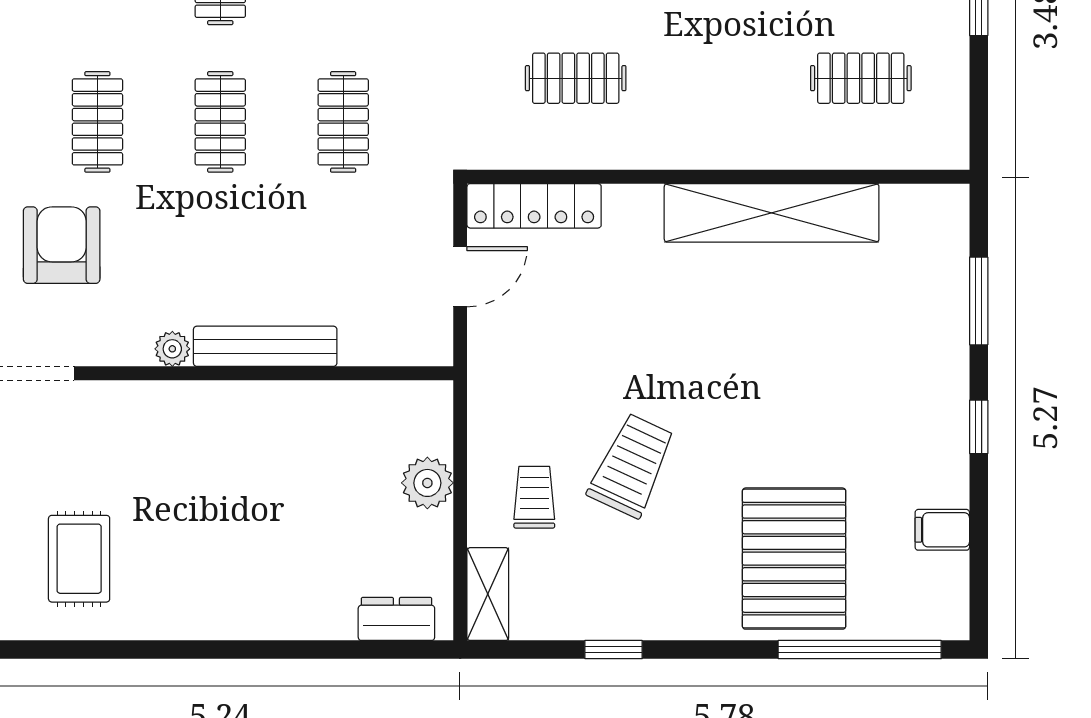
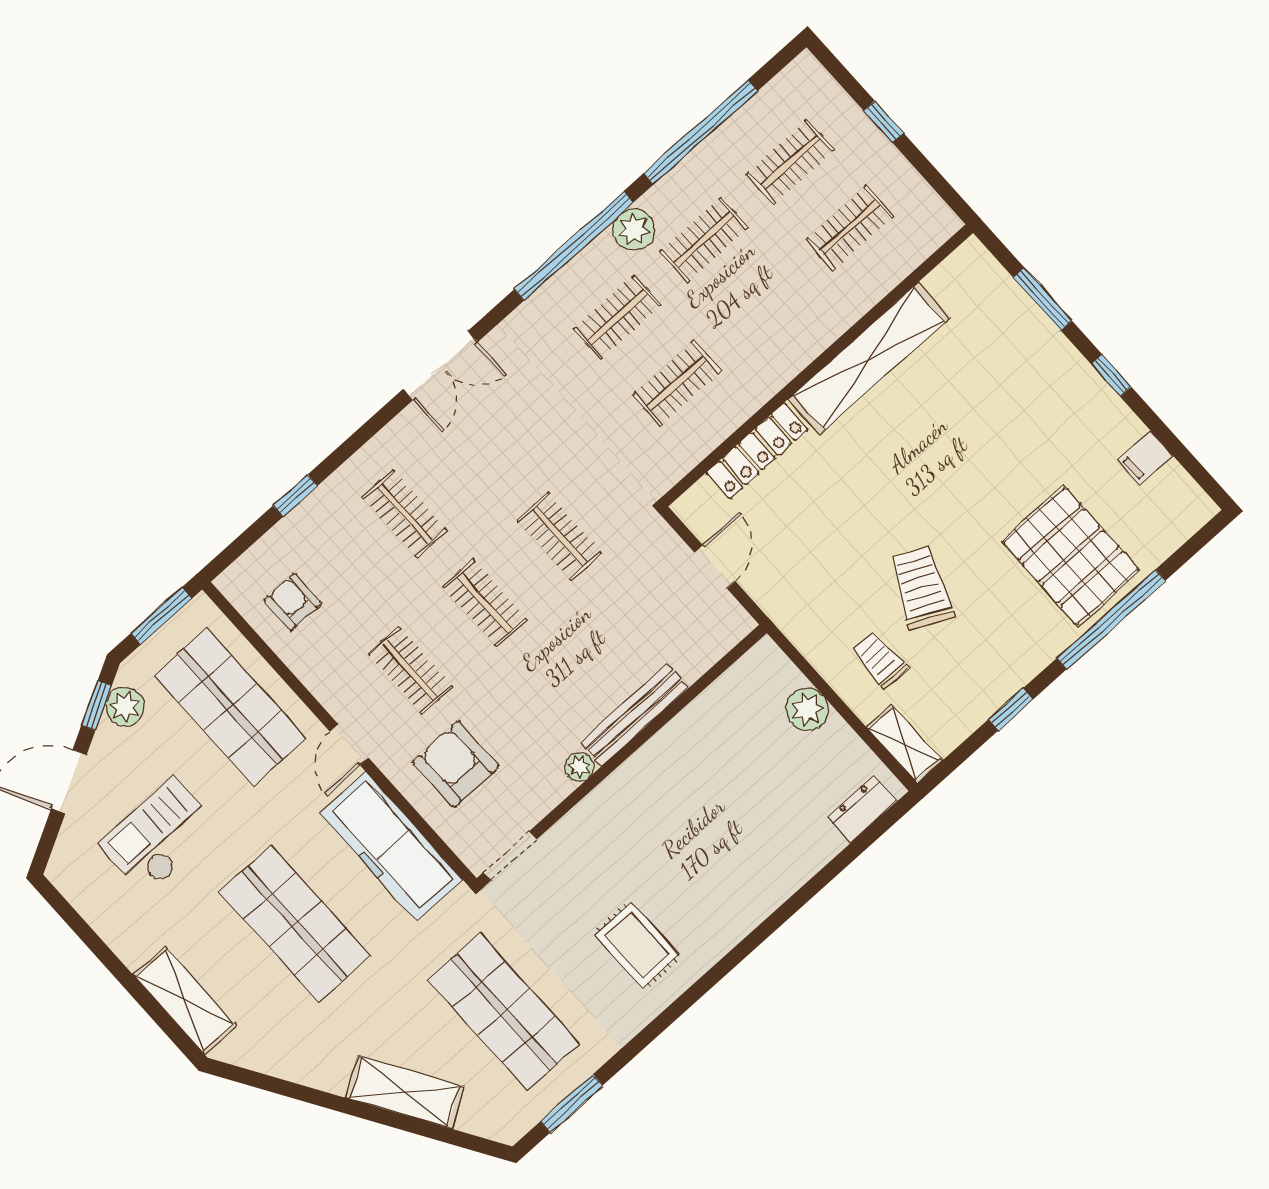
locker: (534, 206) -> (757, 451), moved
window: (860, 650) -> (1111, 619), moved

